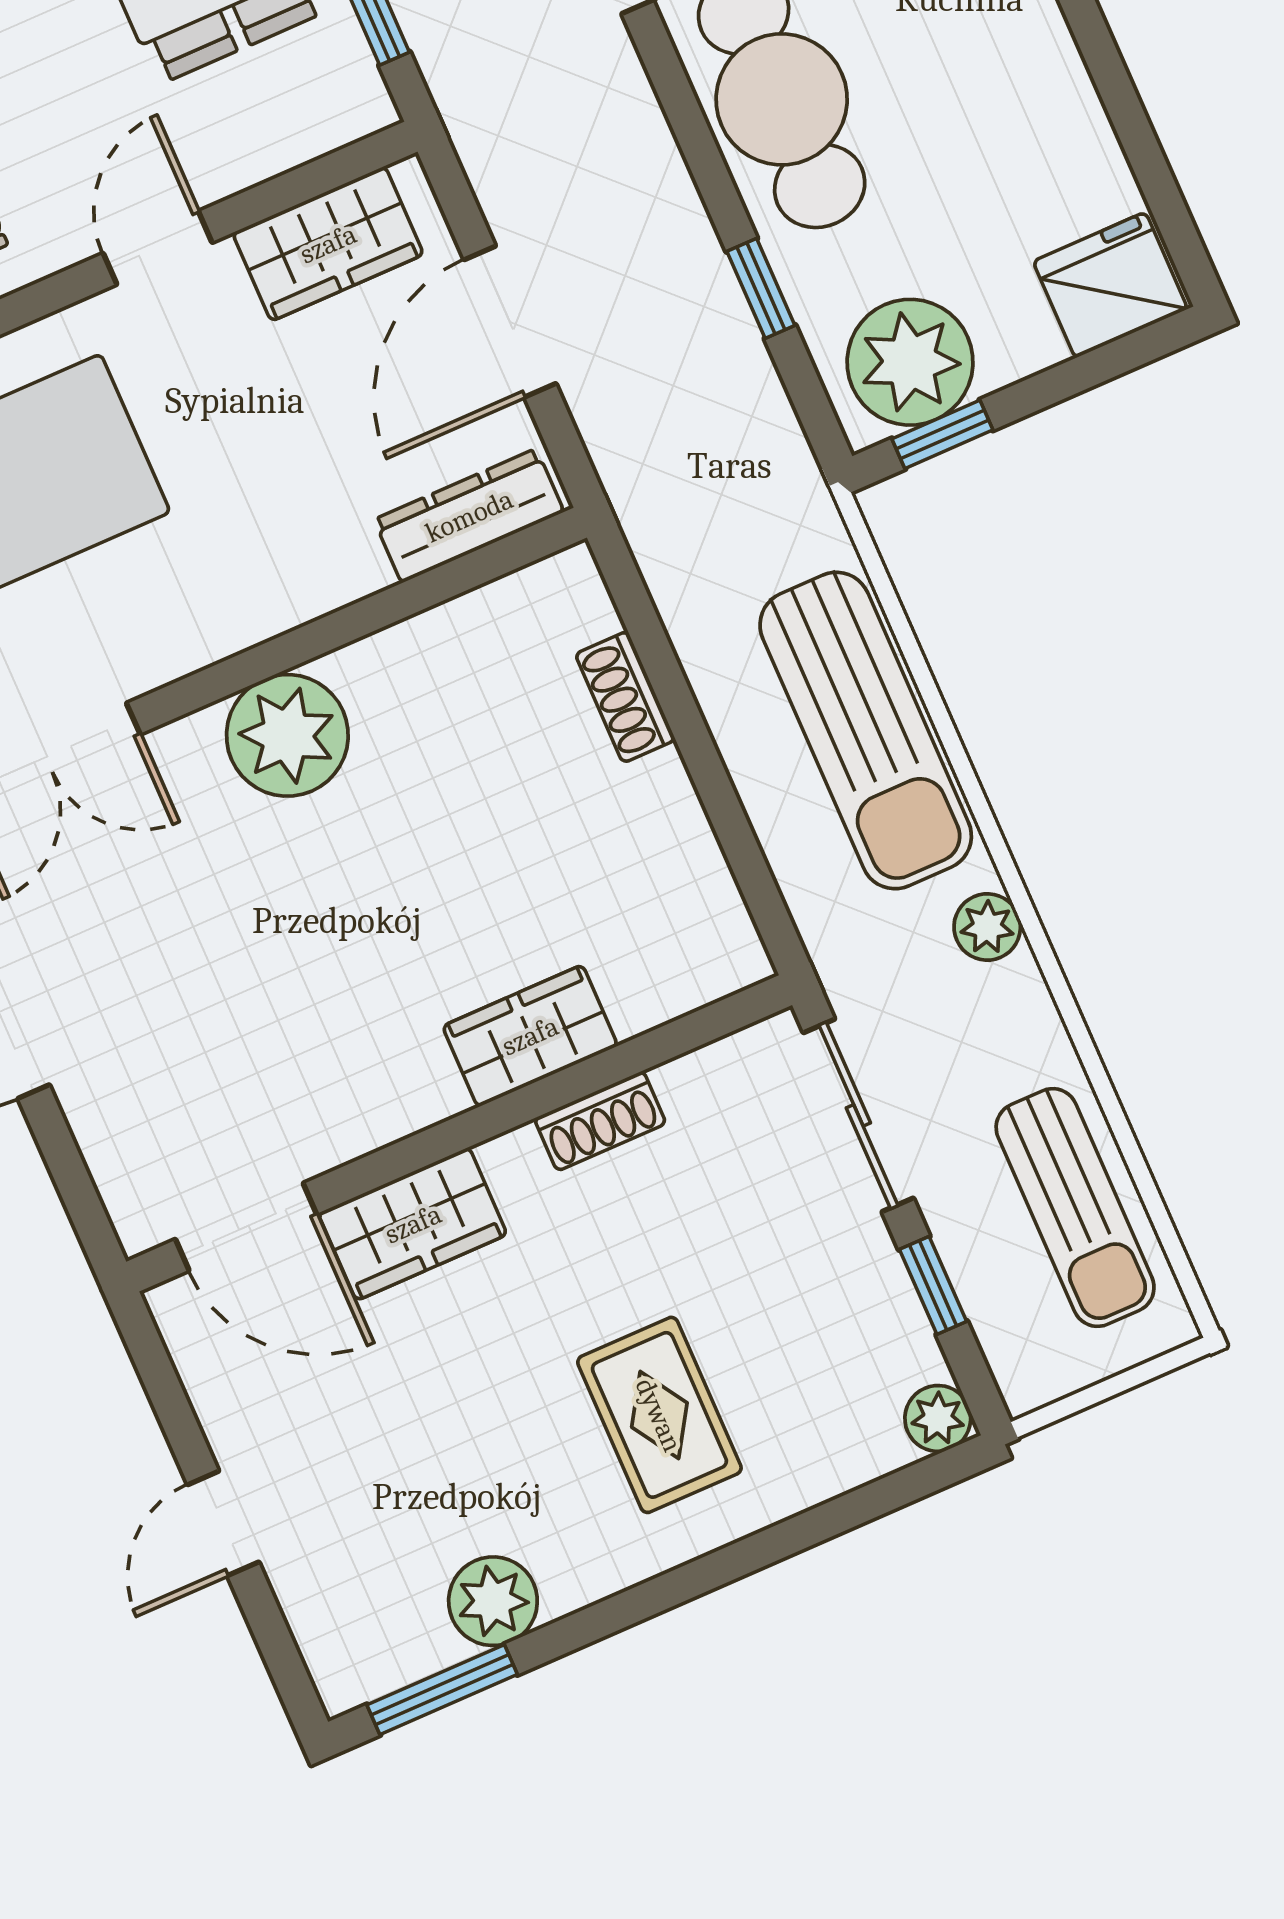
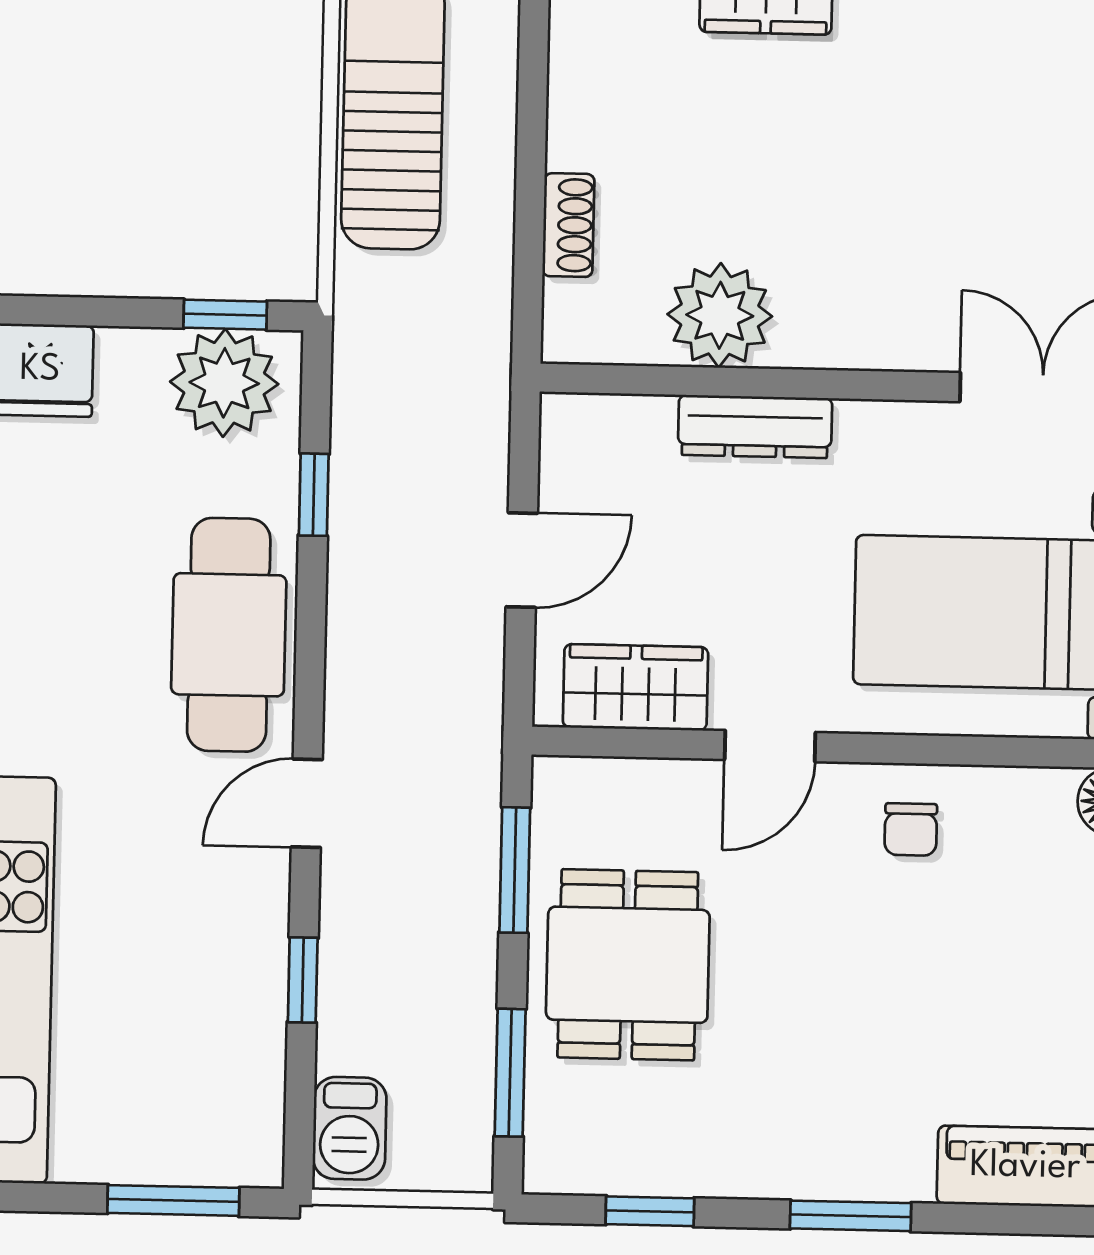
door: (510, 322) -> (522, 560), width x0.73
dresser: (469, 516) -> (755, 426), moved
plant: (287, 735) -> (720, 315), moved

